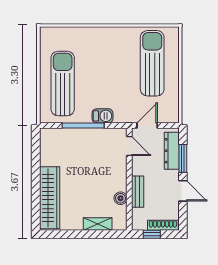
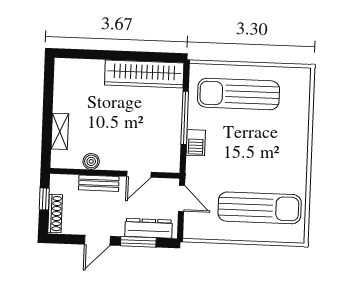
sun lounger: (63, 84) -> (238, 94), turned 180
door: (129, 146) -> (139, 174), moved
wardrobe: (50, 198) -> (144, 74), moved

